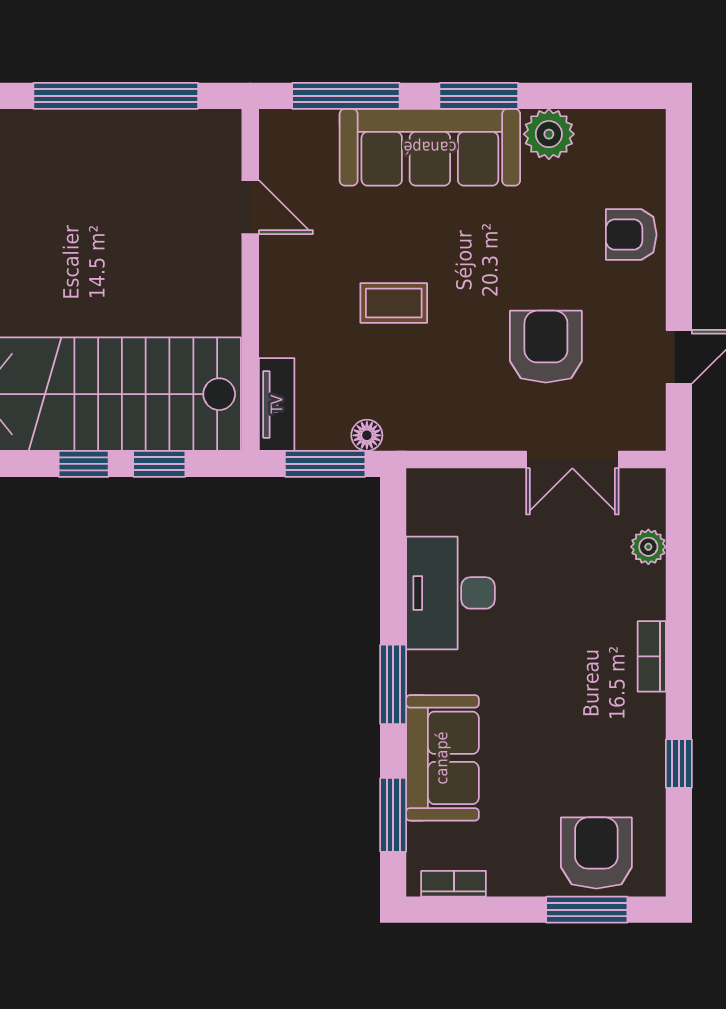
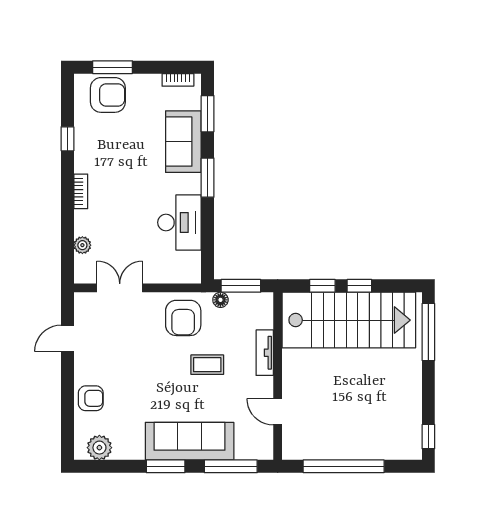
plant: (549, 134) -> (99, 448), moved
armchair: (546, 347) -> (183, 318), moved
tv unit: (277, 404) -> (265, 353), moved
armchair: (596, 853) -> (108, 95), turned -90

